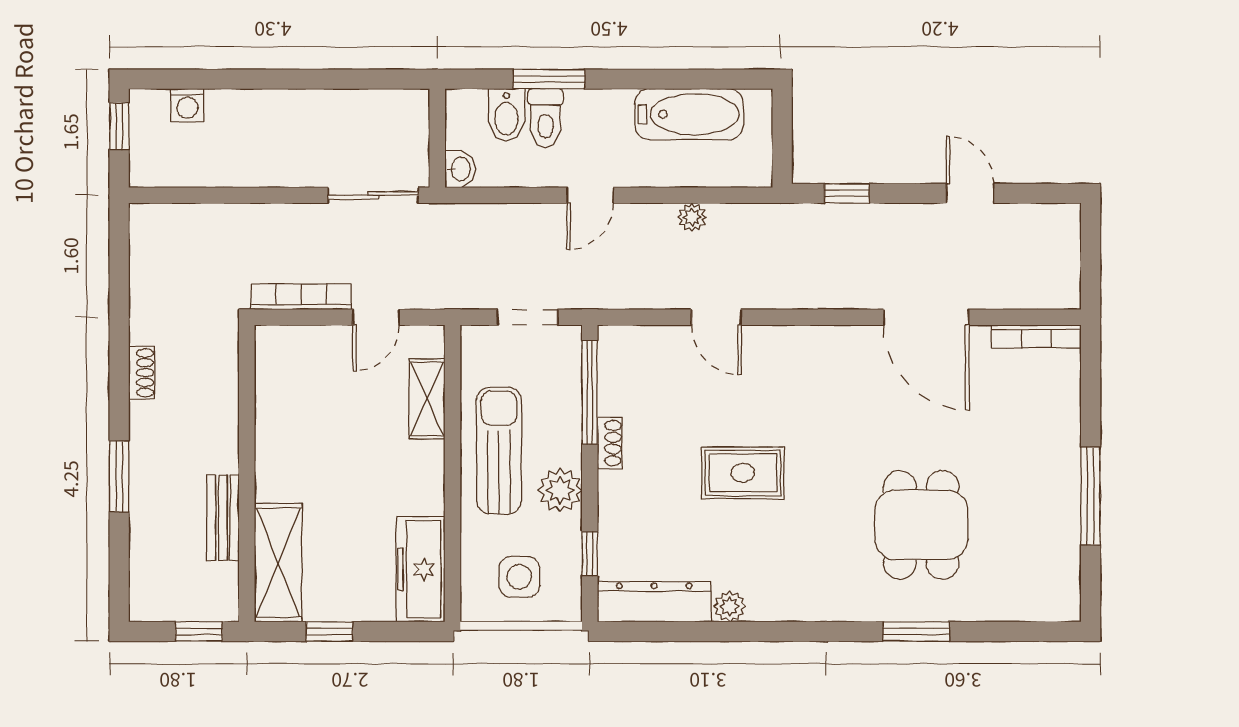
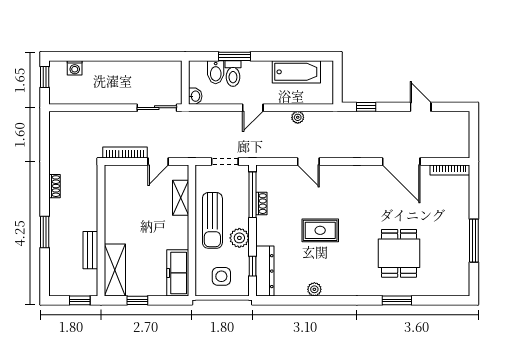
shoe rack: (610, 443) -> (261, 204), moved
sun lounger: (499, 451) -> (212, 220), turned 180
dresser: (654, 602) -> (265, 271), moved, turned 90

